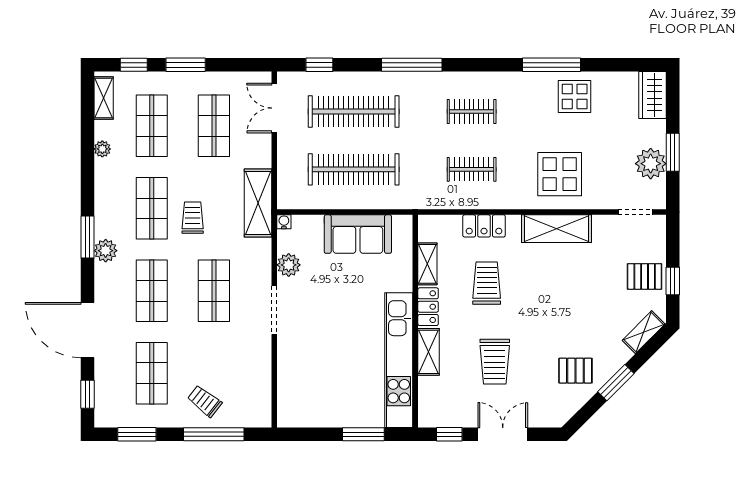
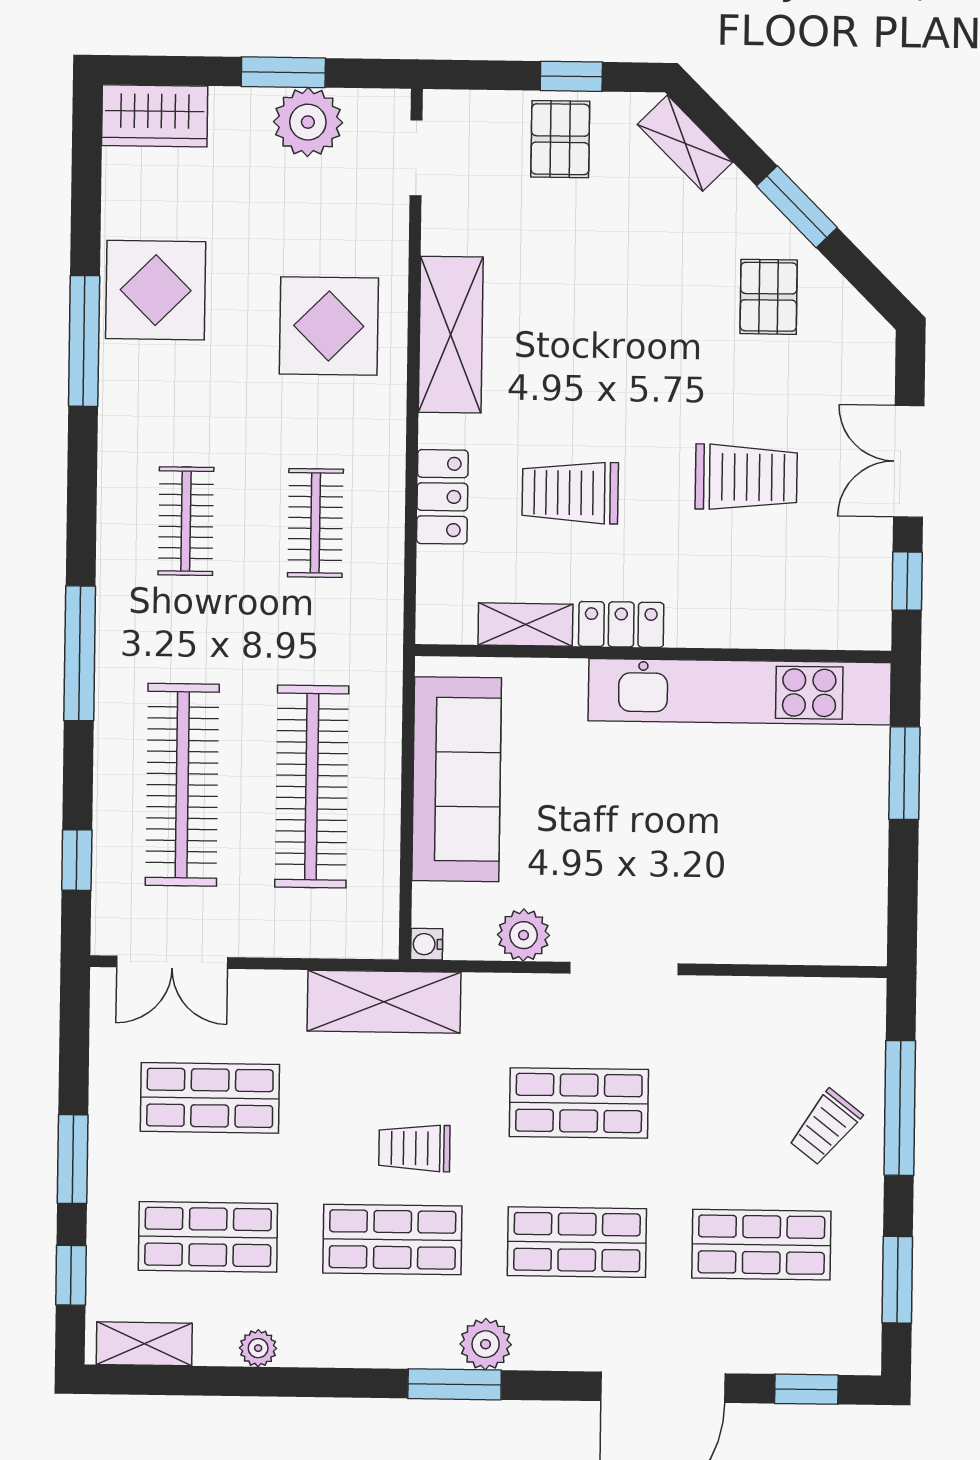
display table: (575, 97) -> (156, 290), width x1.36, depth x1.36
sofa: (358, 234) -> (457, 779), width x1.36
shelving: (429, 352) -> (722, 625), removed

